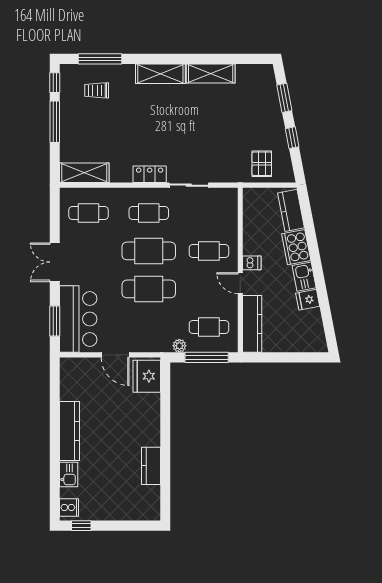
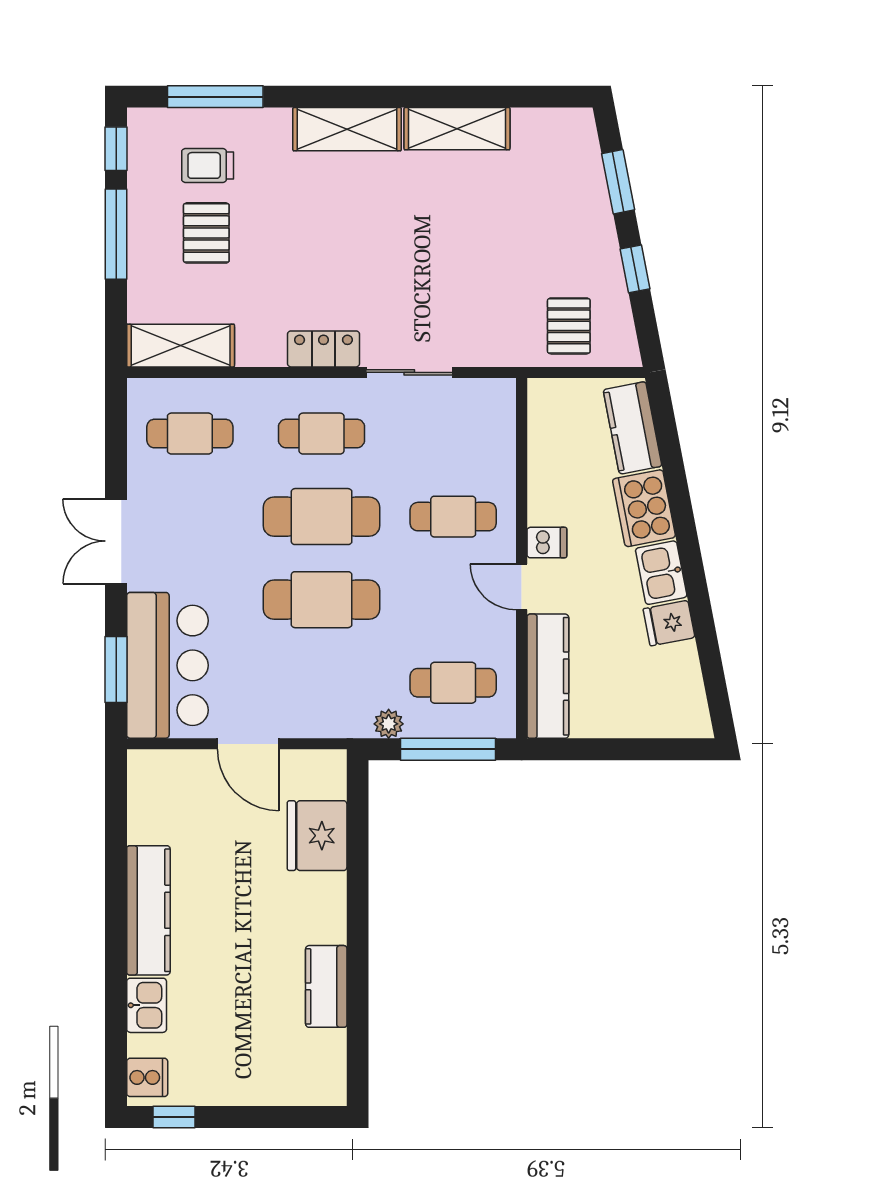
pallet: (96, 121) -> (206, 233), added
fridge: (147, 376) -> (317, 836), moved

